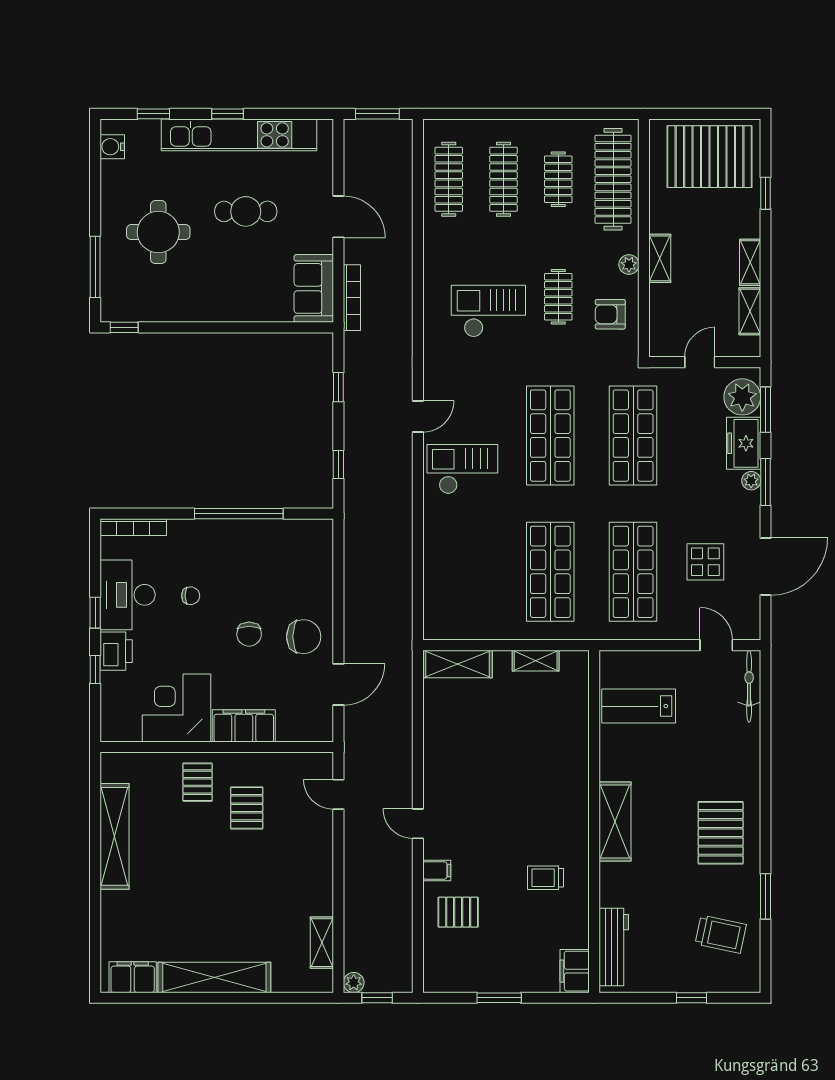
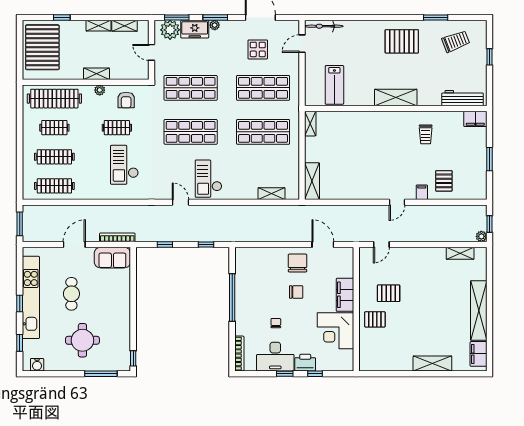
shelving: (434, 588) -> (272, 194), added
shelving: (536, 661) -> (310, 124), moved
shelving: (115, 836) -> (432, 364), moved, width x0.68
trolley: (721, 934) -> (456, 41), turned 57

